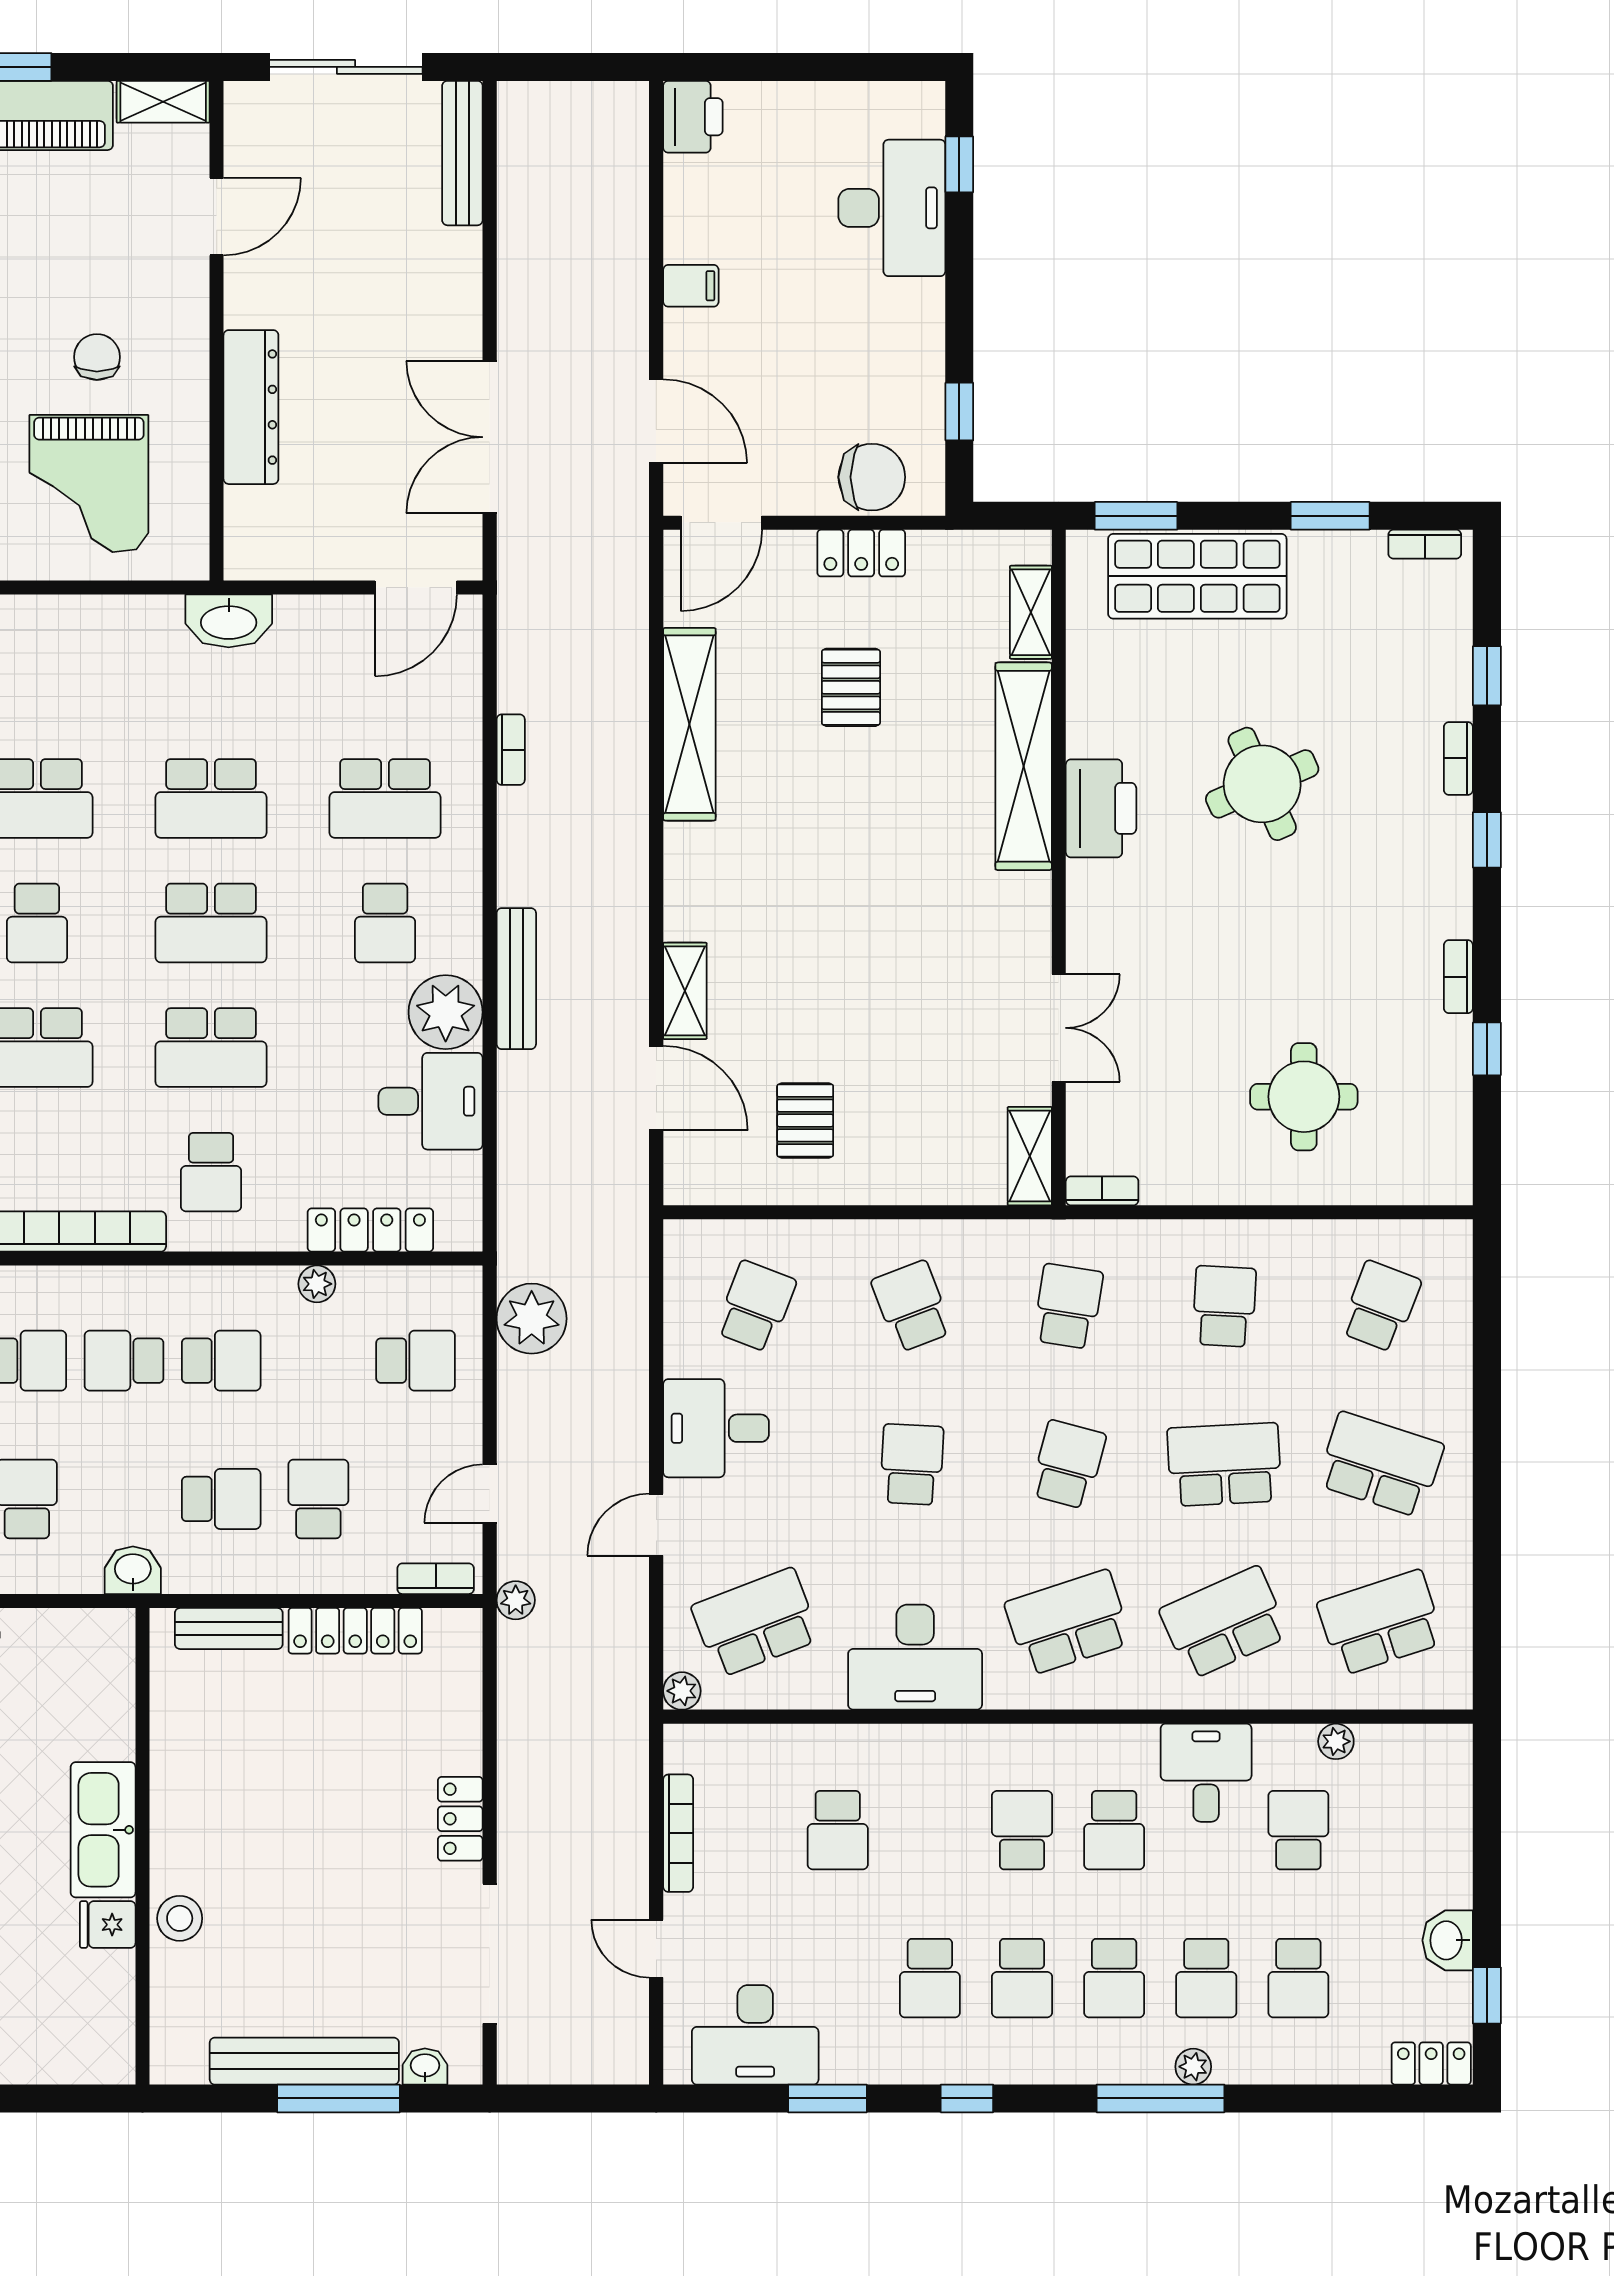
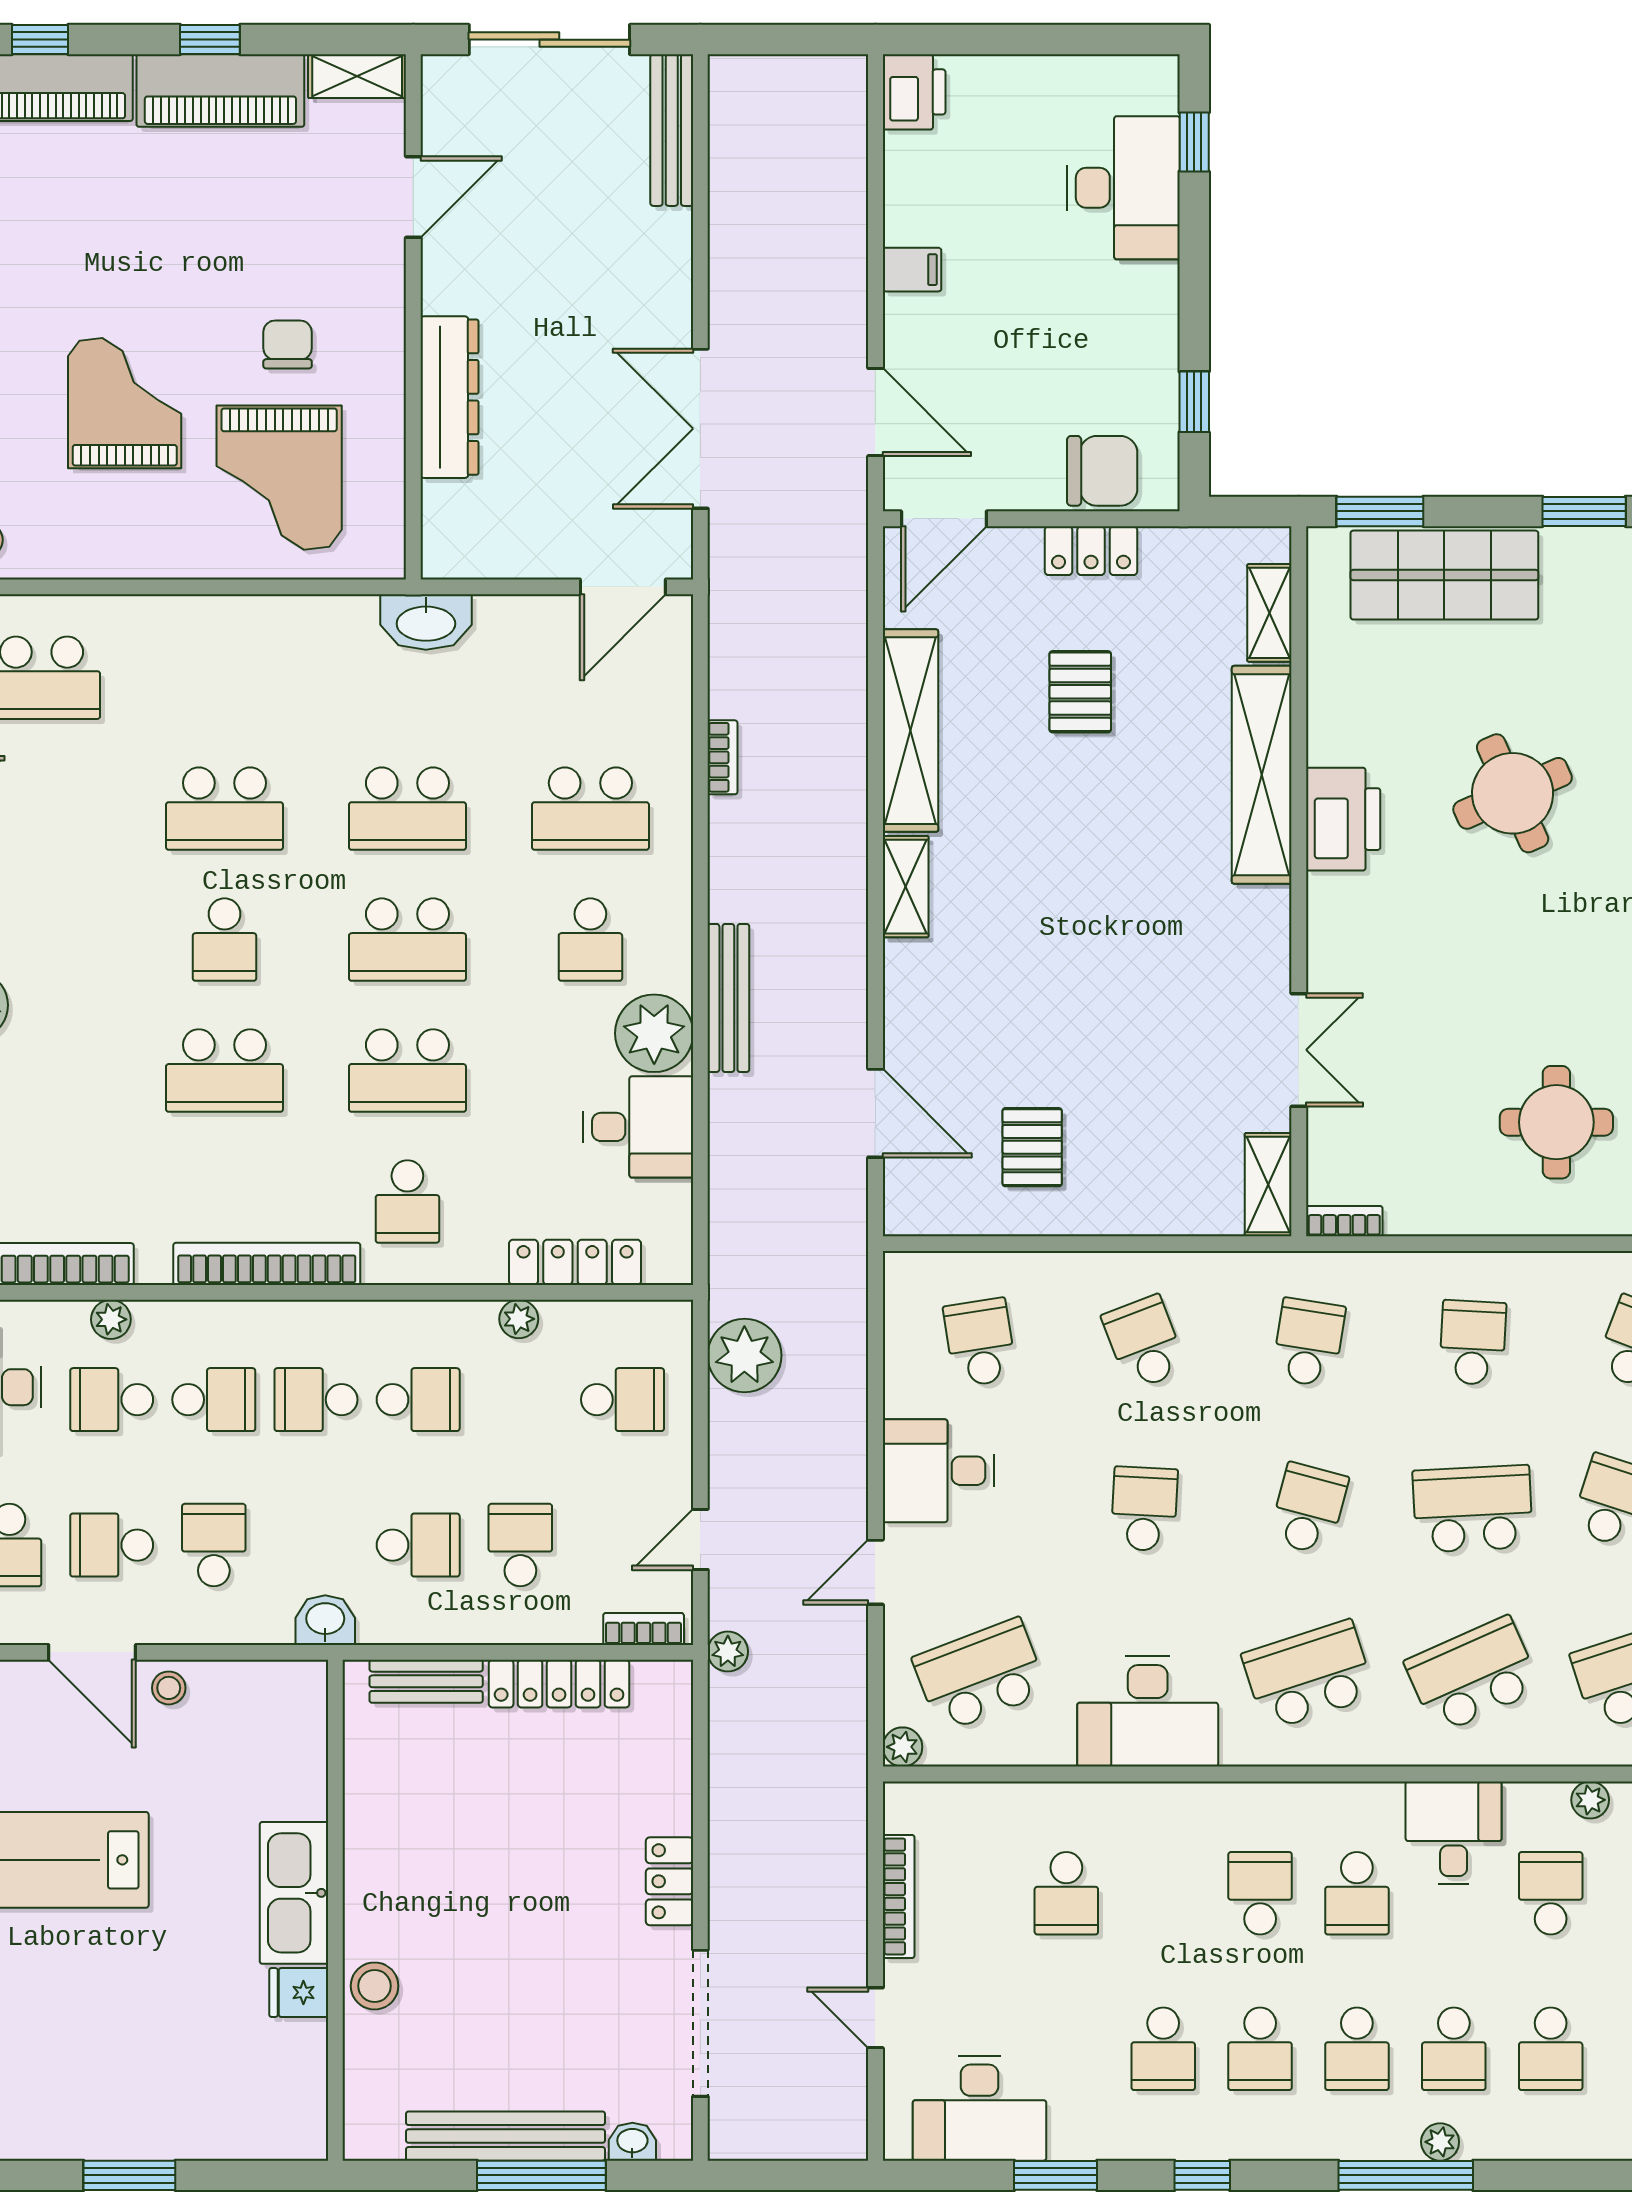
shelving: (685, 991) -> (906, 887), moved
school desk: (756, 1306) -> (980, 1343), turned -30

